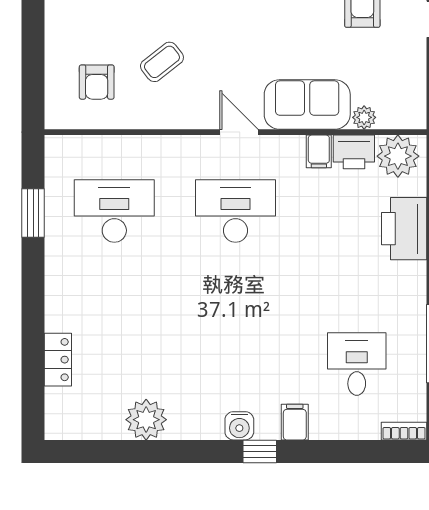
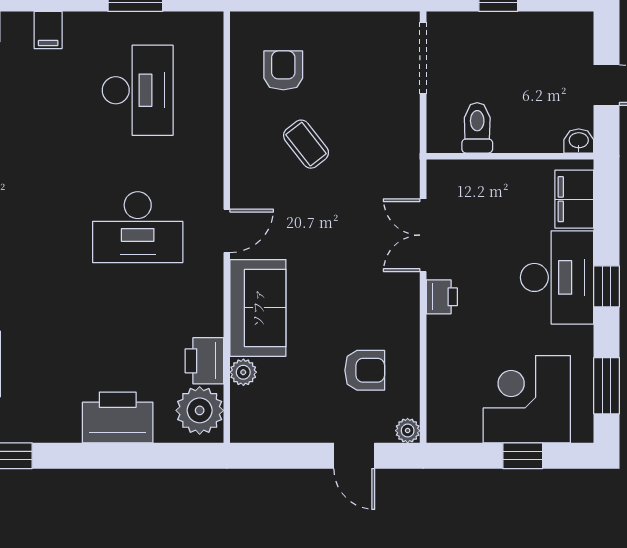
armchair: (97, 82) -> (283, 70), turned 90
filing cabinet: (319, 151) -> (48, 30), moved, turned -90
desk: (236, 211) -> (138, 227), turned 90

